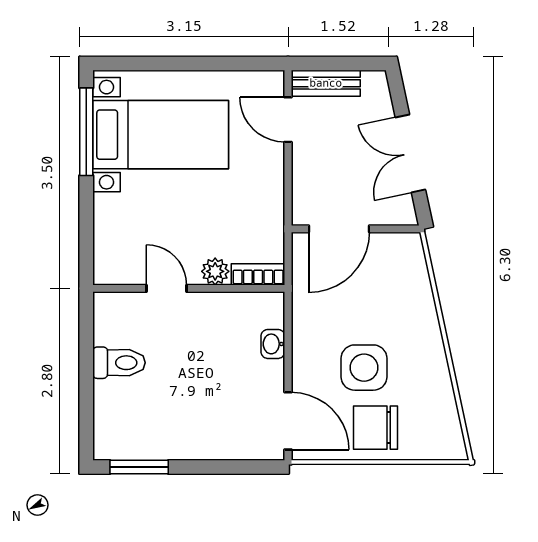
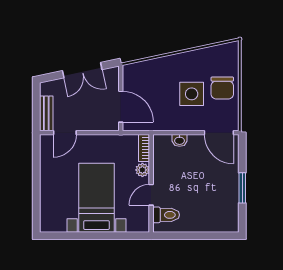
window: (86, 132) -> (71, 236), removed
bed with nightstands: (161, 135) -> (97, 198), moved
toilet: (119, 363) -> (166, 215), moved, turned 90
door: (288, 421) -> (219, 133), swing flipped
window: (139, 467) -> (242, 188), moved

